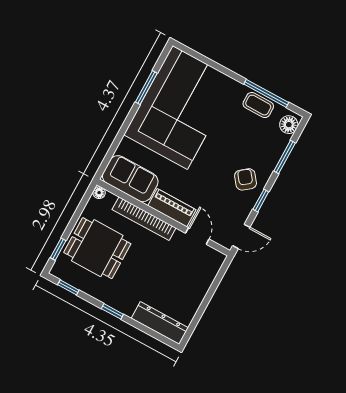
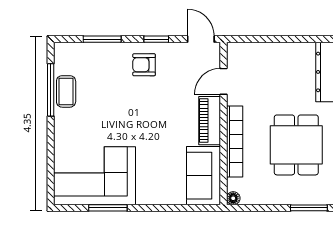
corner sofa: (180, 107) -> (95, 176), width x0.73, depth x0.74
floor lamp: (289, 125) -> (69, 52), removed
armchair: (246, 179) -> (144, 65), turned 38
dining table: (97, 248) -> (296, 145), moved
window: (58, 249) -> (309, 208), width x1.50

